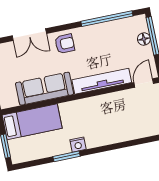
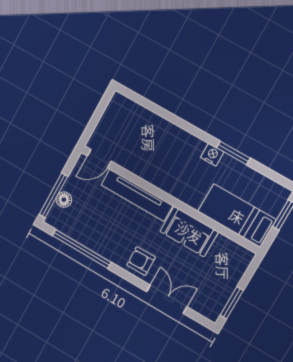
sofa: (45, 89) -> (189, 232), width x0.73

